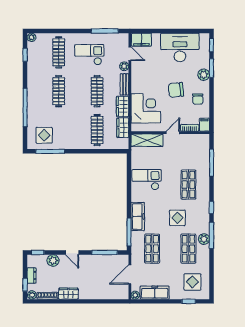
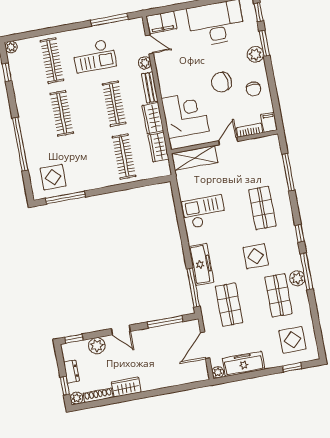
checkout: (89, 55) -> (94, 56), turned 180

